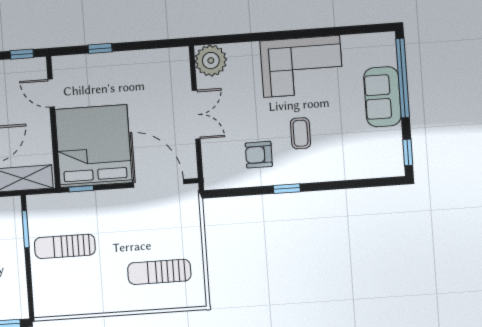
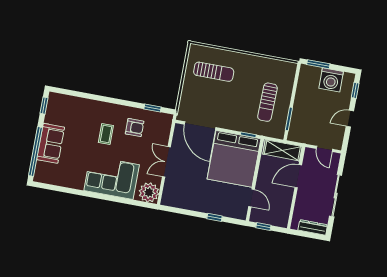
corner sofa: (302, 66) -> (112, 178), moved
window: (287, 189) -> (153, 108), moved
sun lounger: (65, 246) -> (267, 102), turned 91

